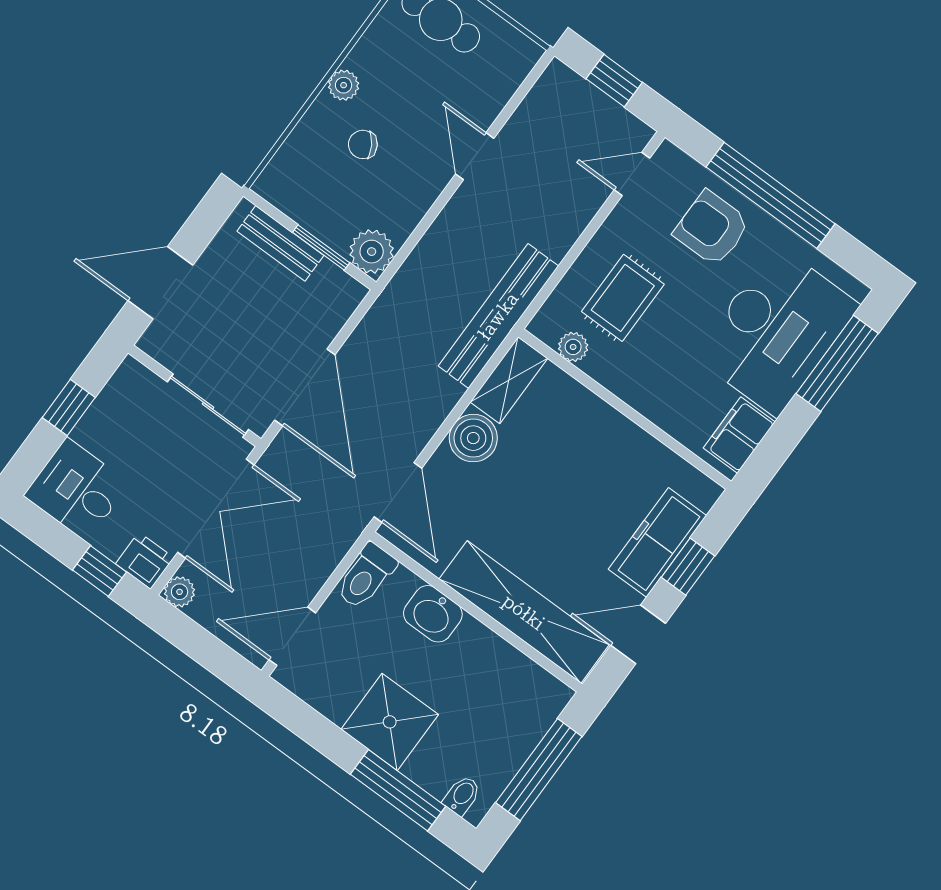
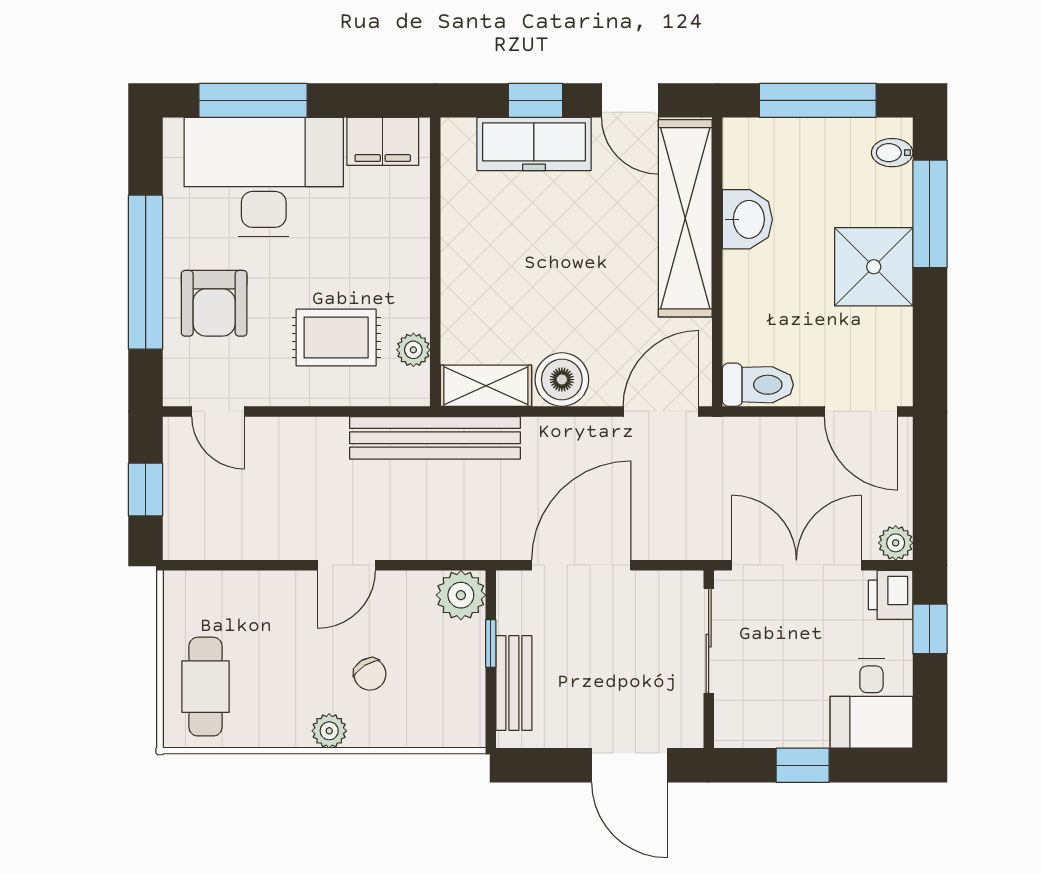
door: (475, 156) -> (346, 565), moved
window: (321, 247) -> (491, 643), width x0.67
door: (305, 387) -> (581, 565), moved
washbasin: (433, 614) -> (747, 219), moved

